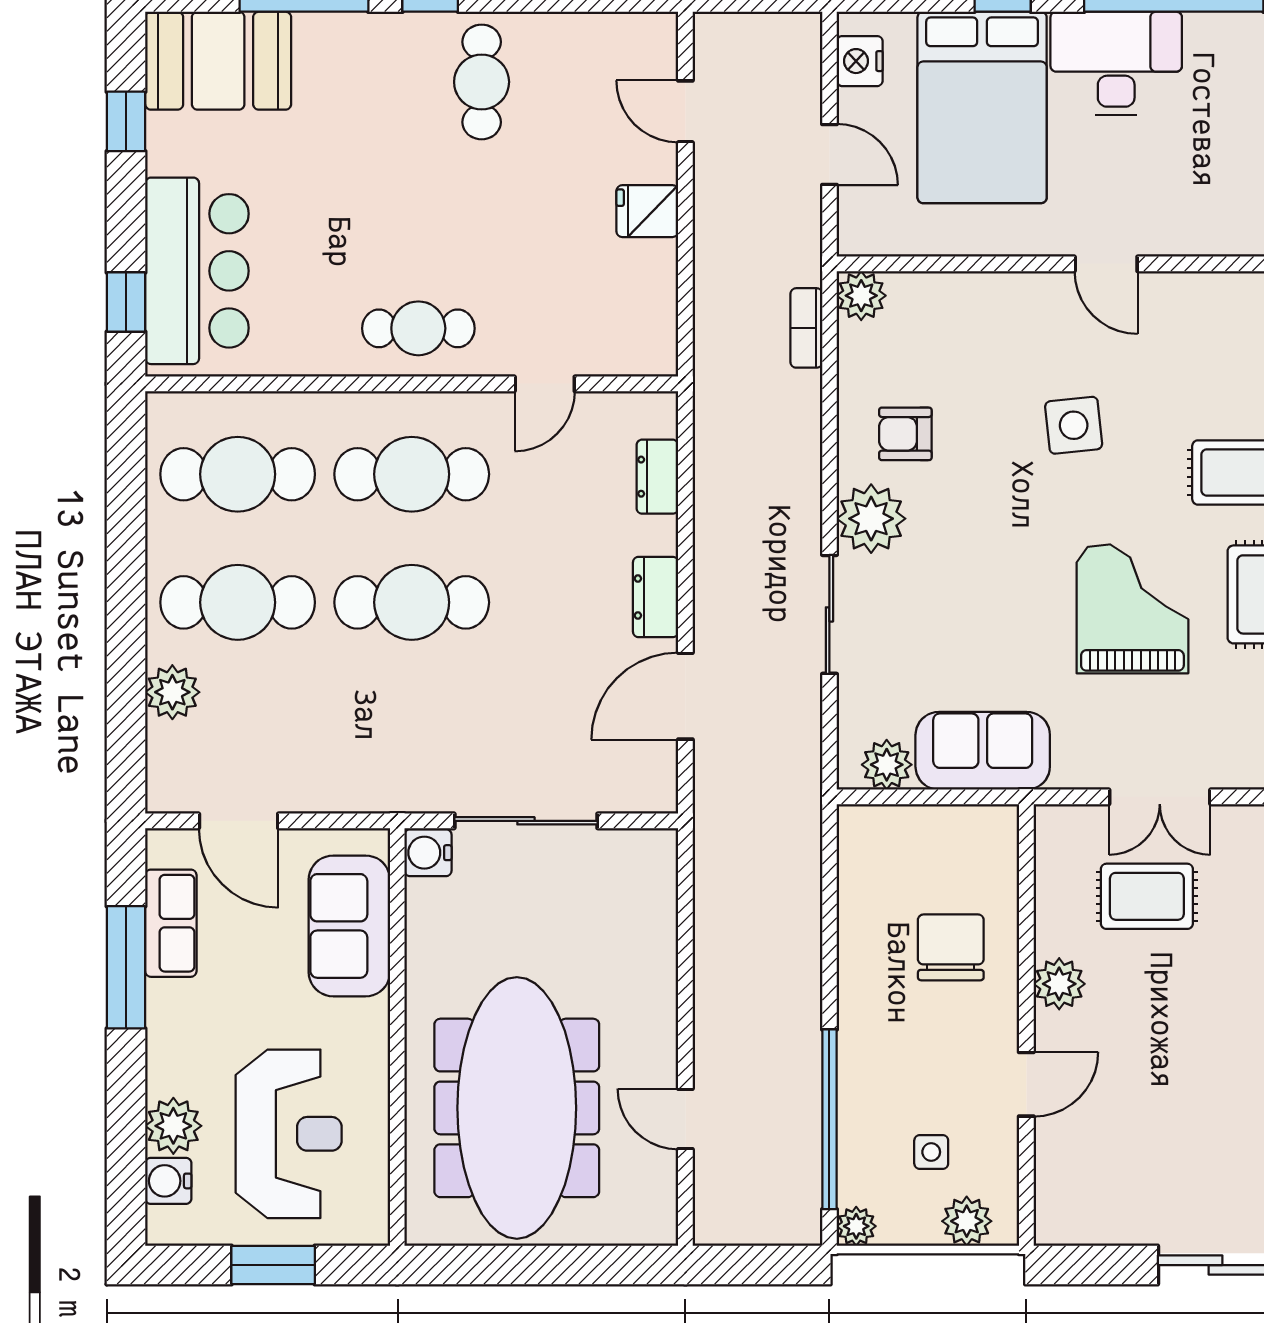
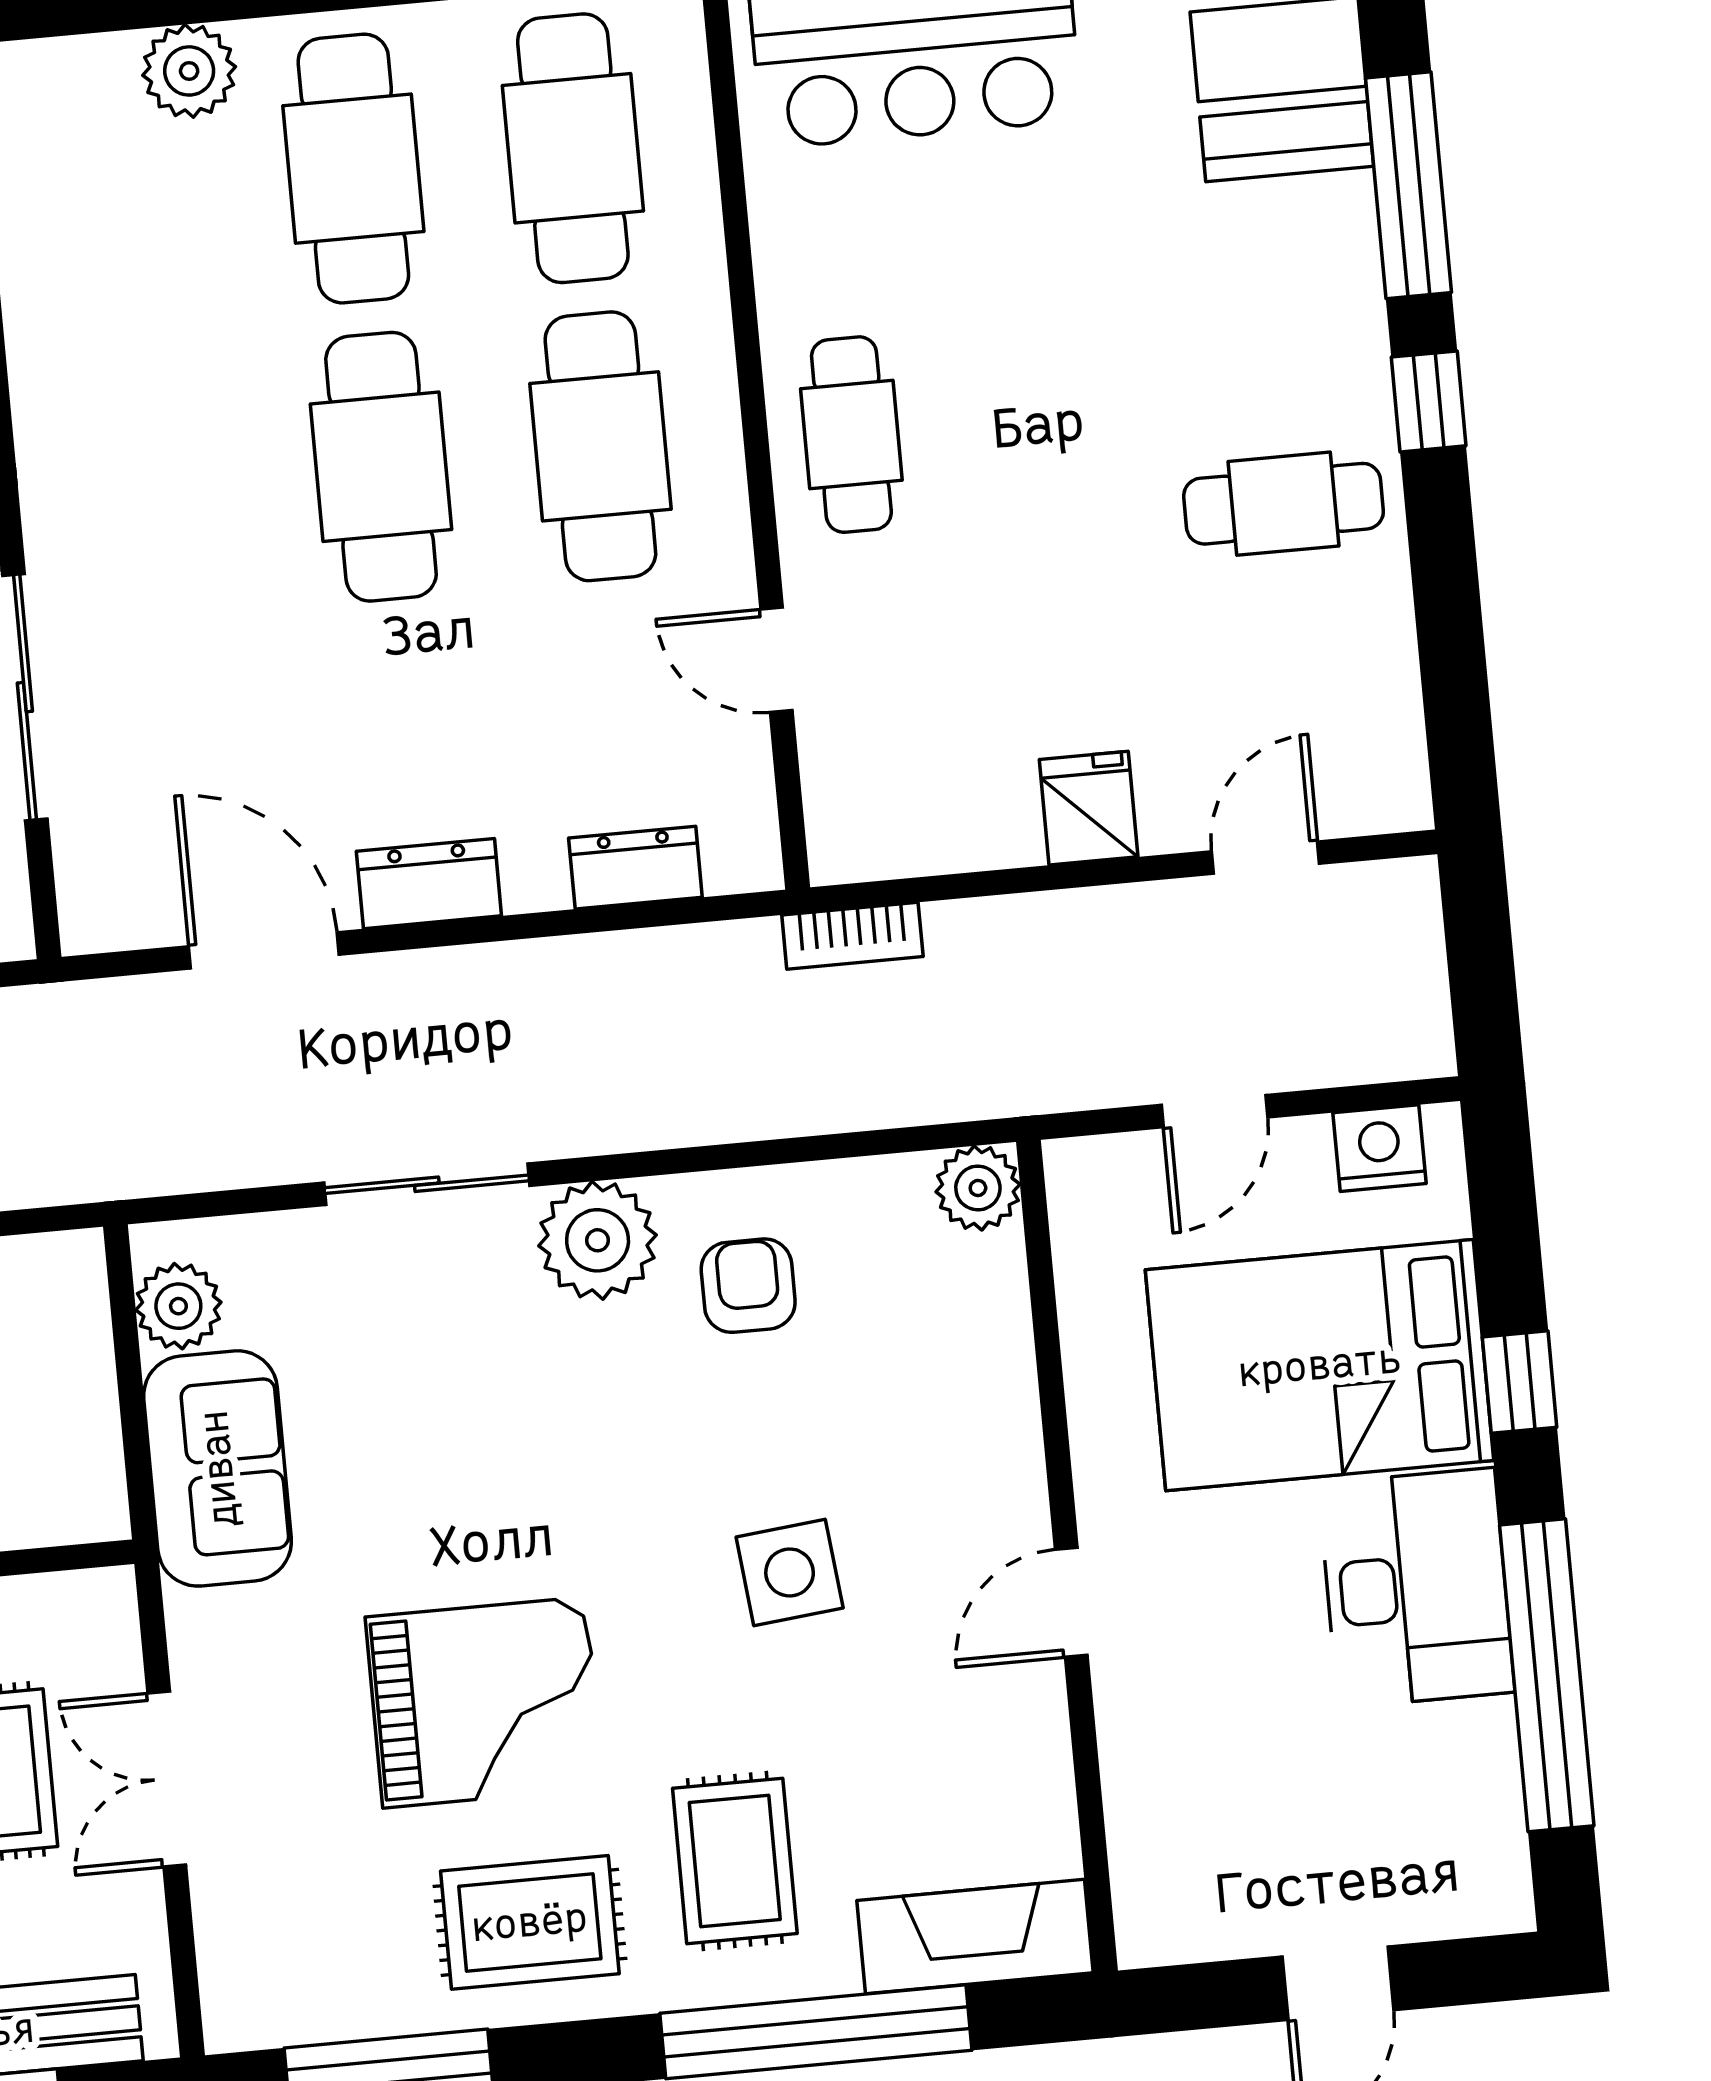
bookcase: (806, 328) -> (852, 936), moved, turned 180

